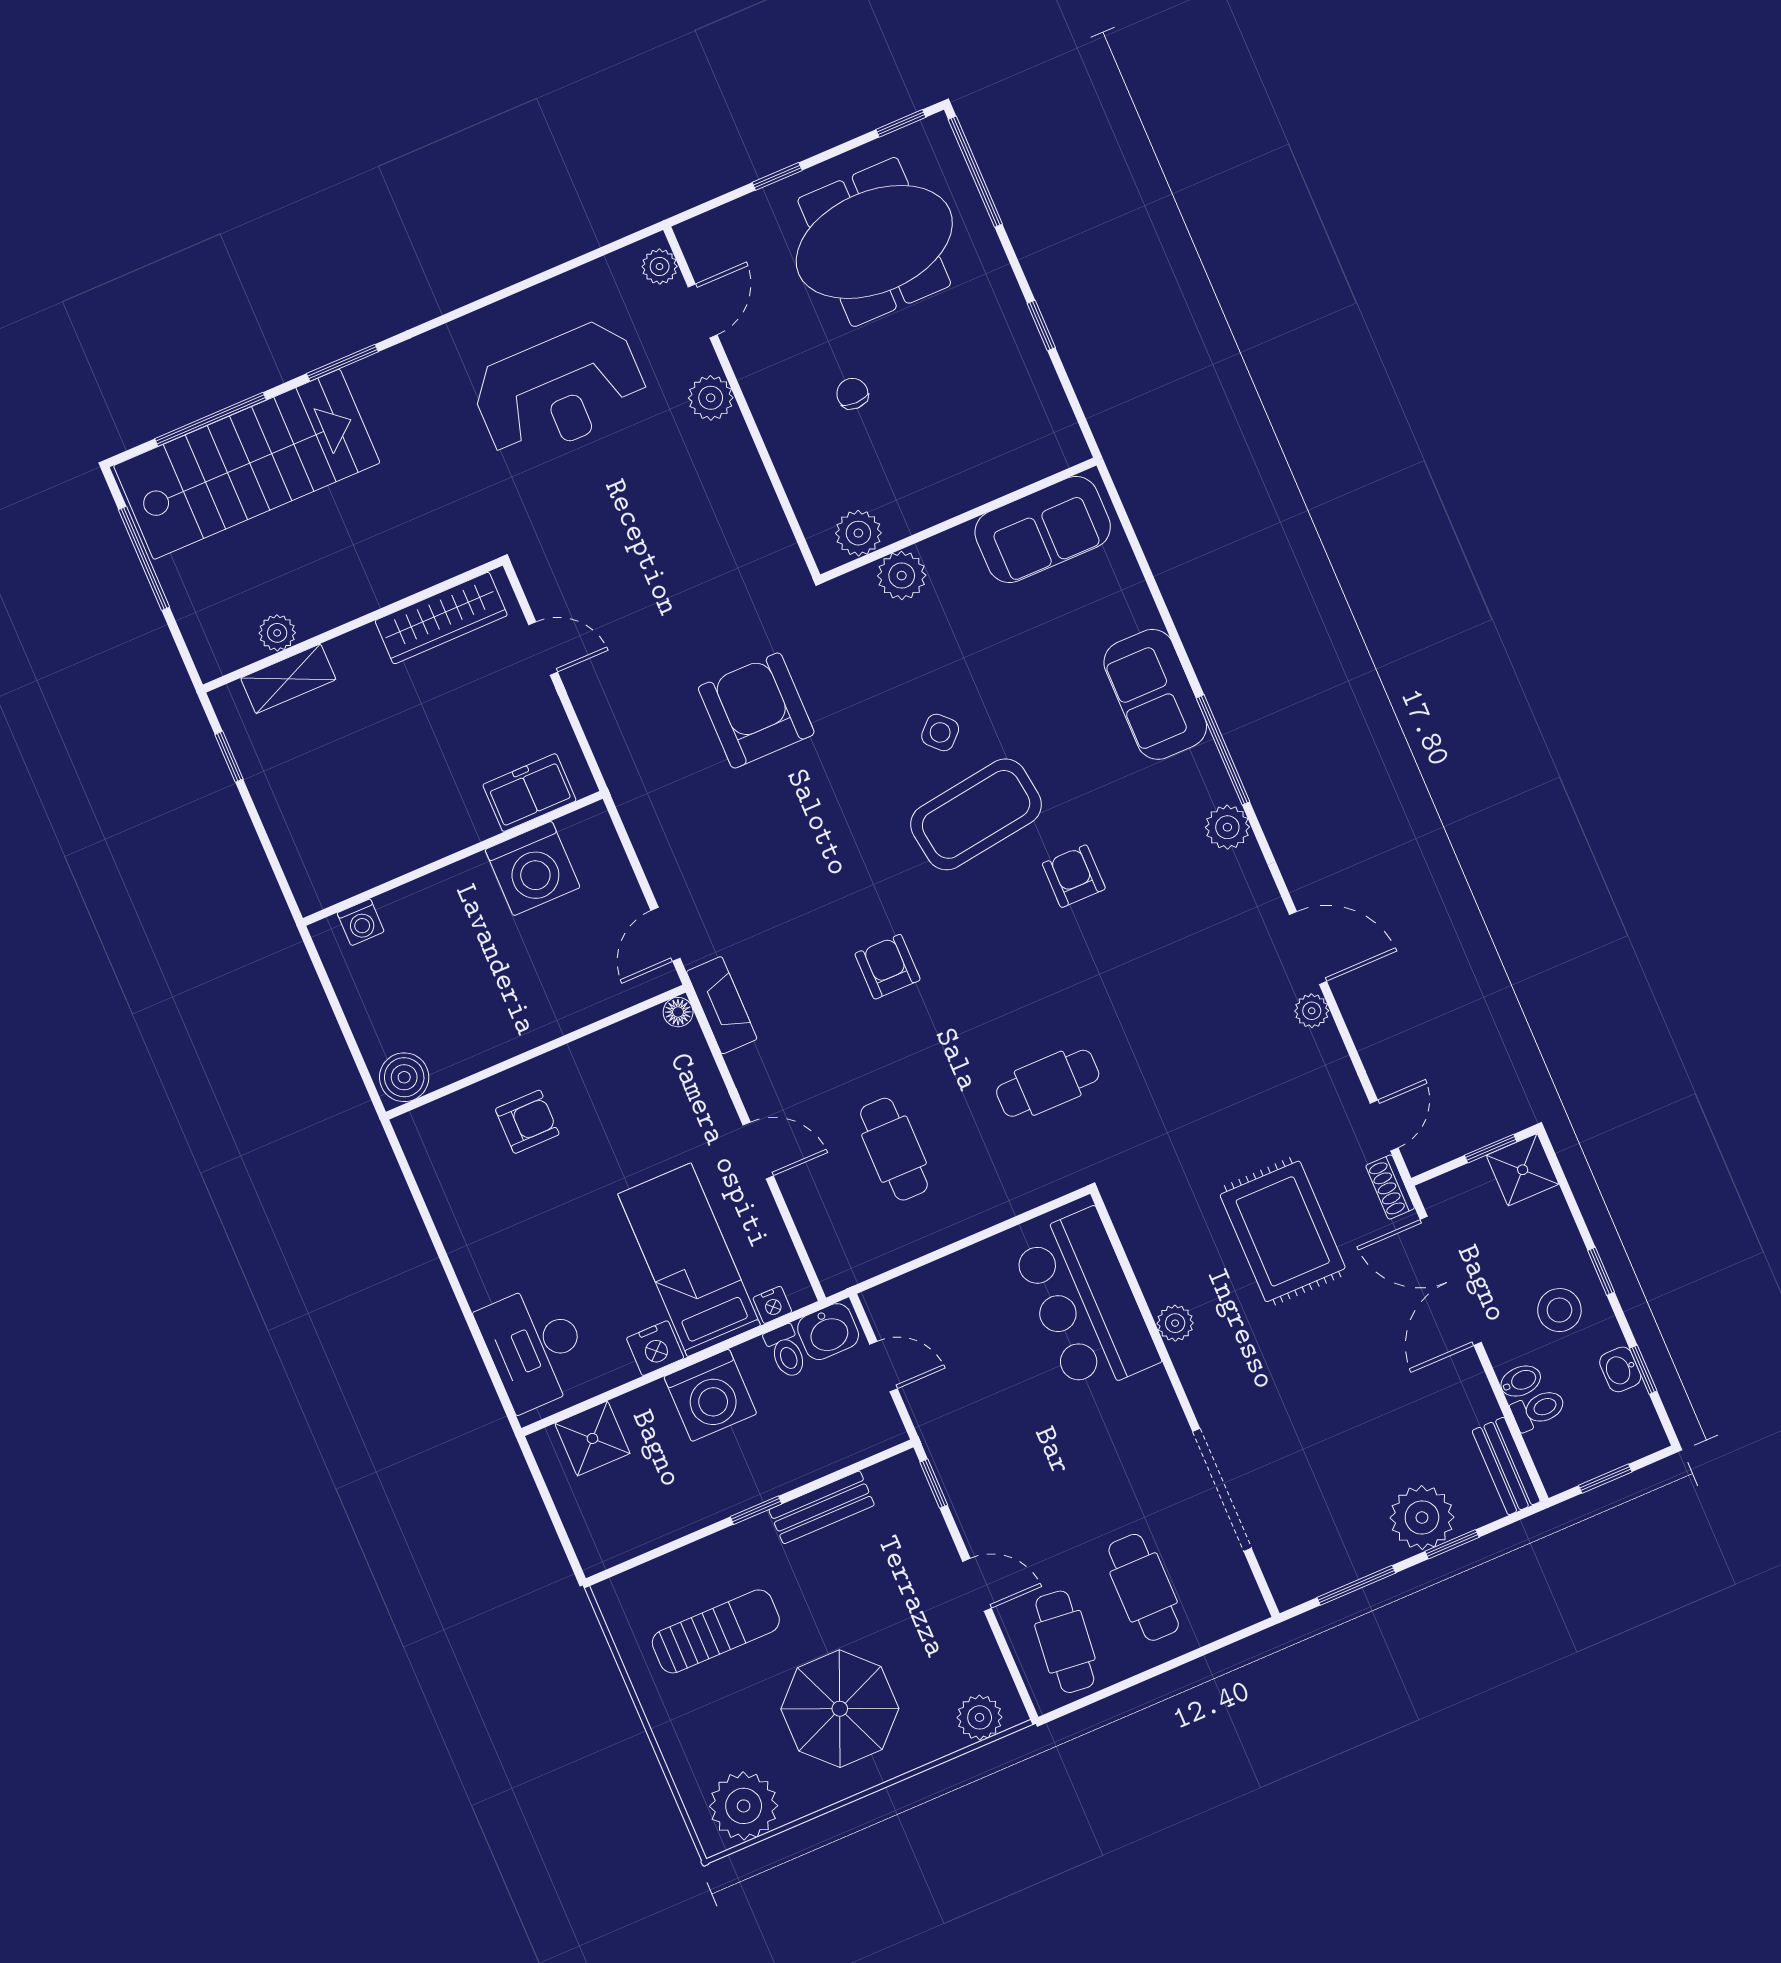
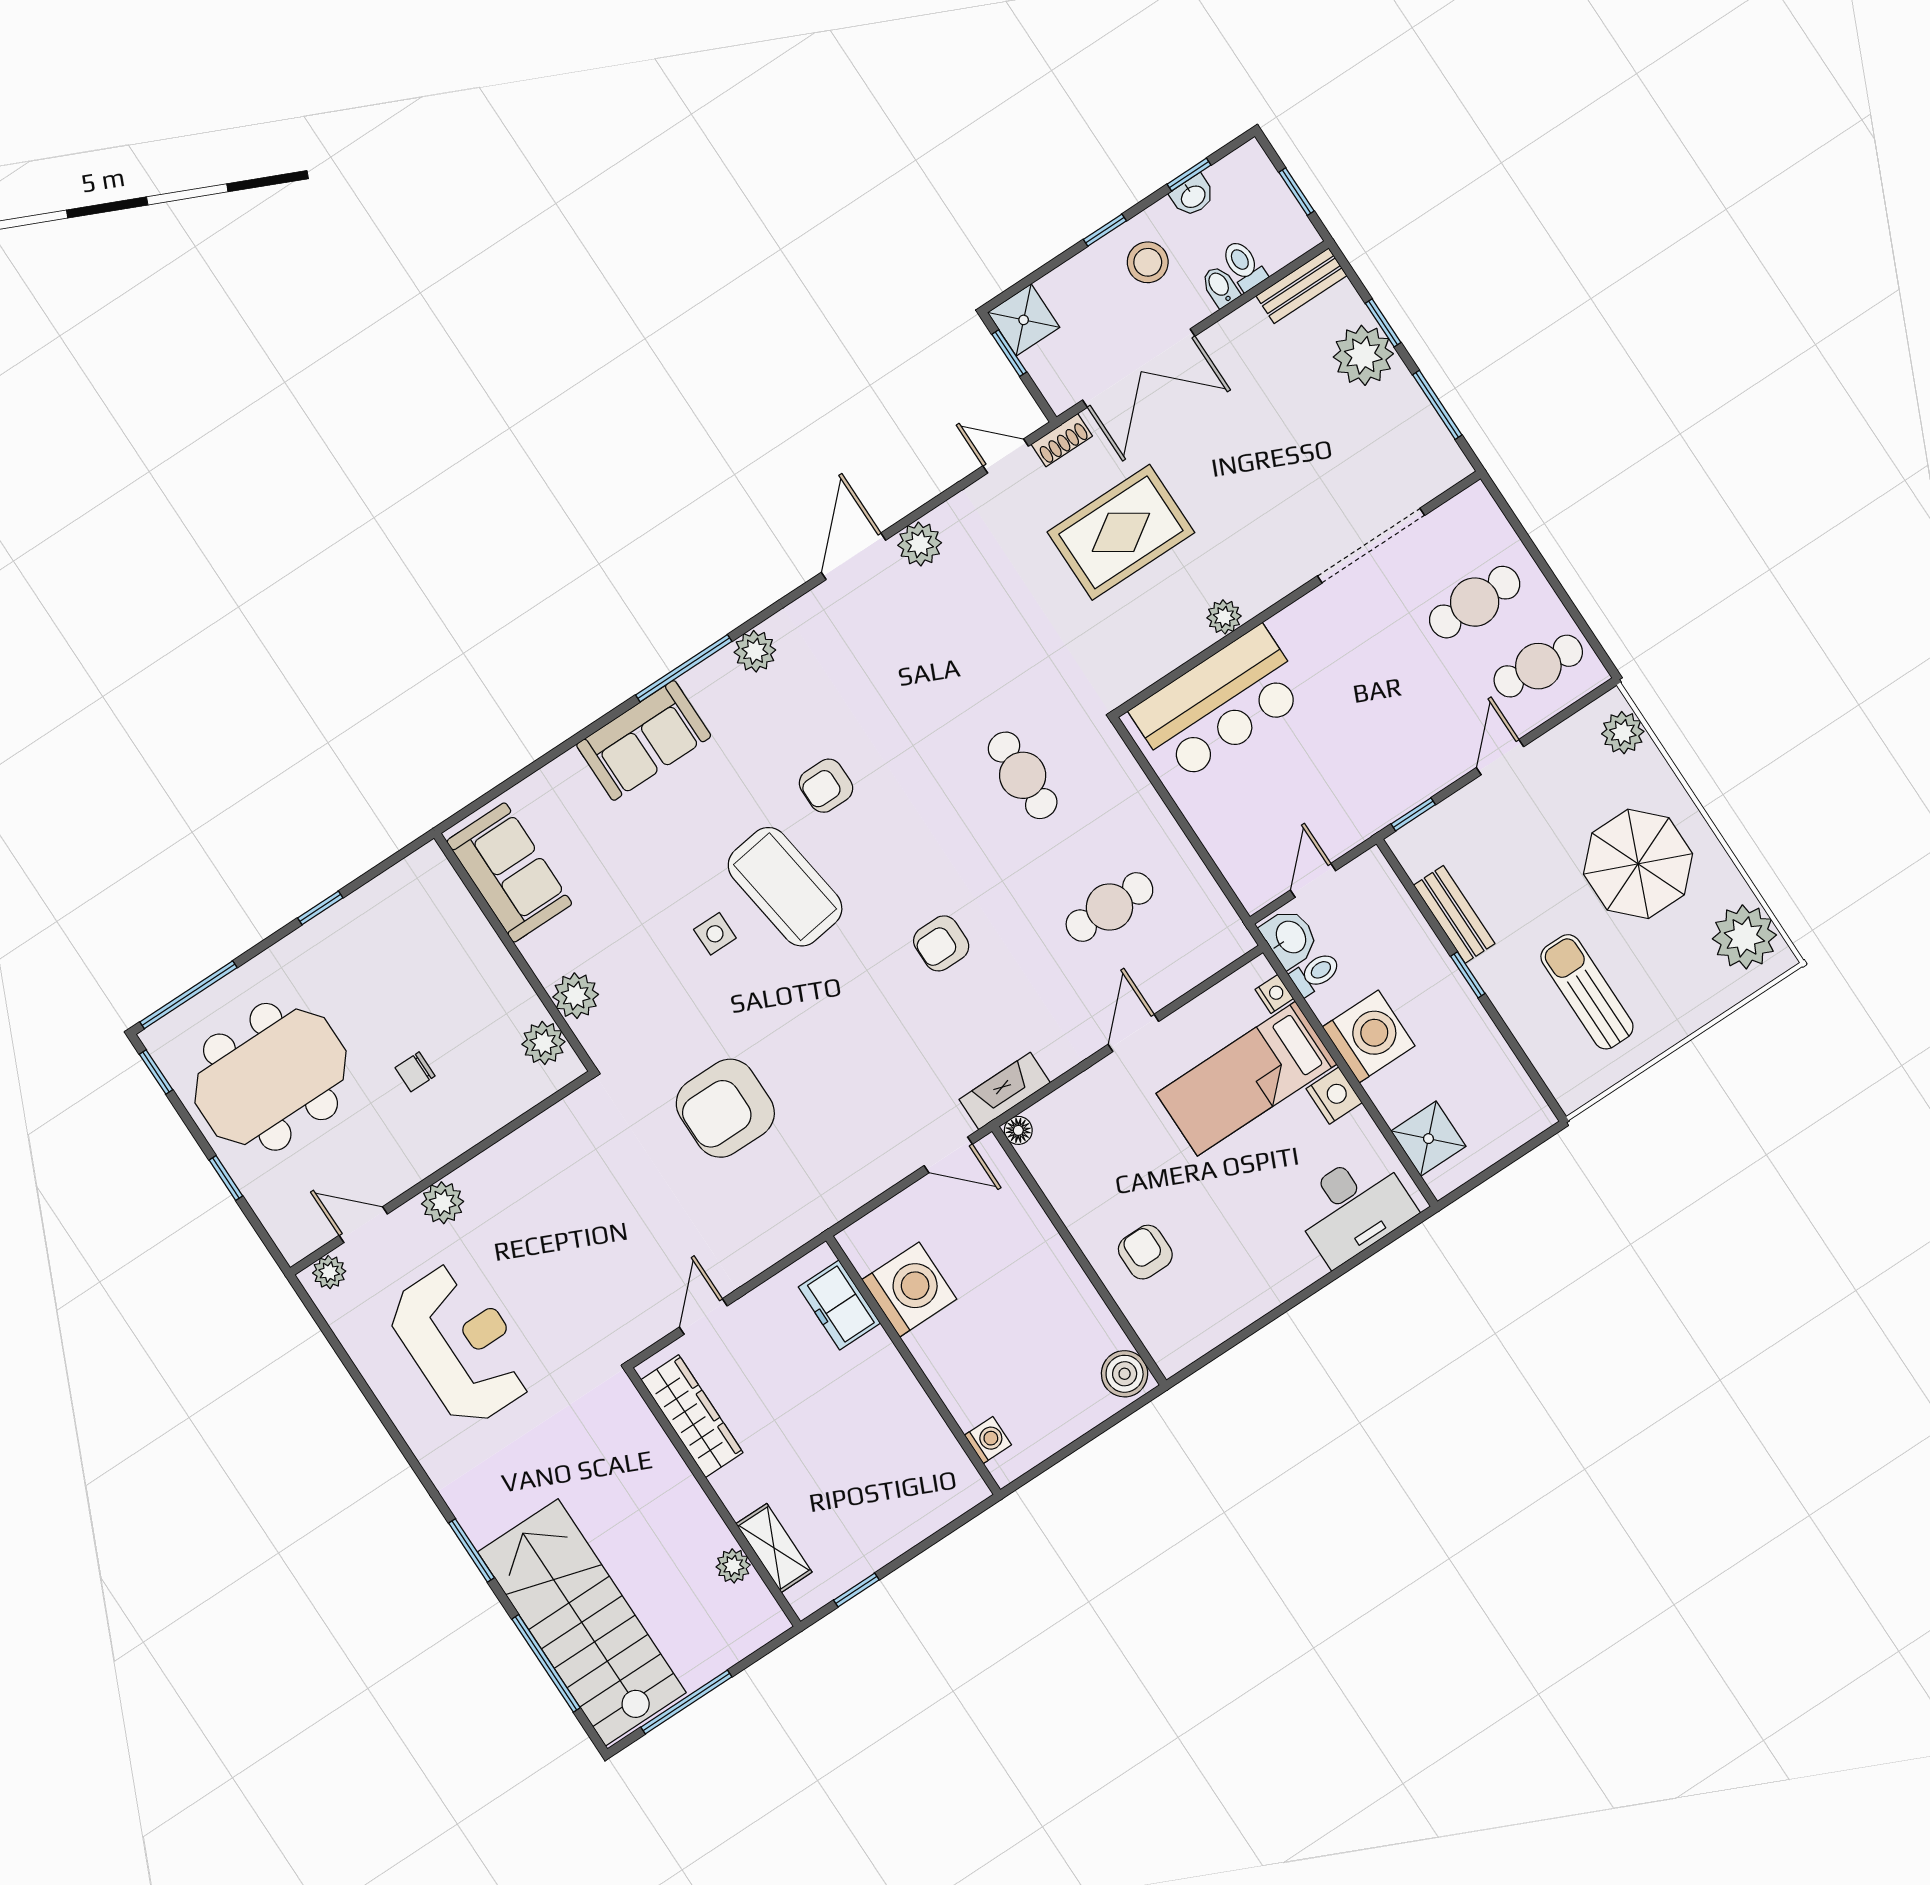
meeting table: (874, 242) -> (271, 1077), turned 90
side table: (940, 732) -> (715, 934), turned 45
plant: (1312, 1011) -> (920, 544), width x1.38, depth x1.38

